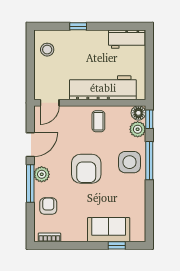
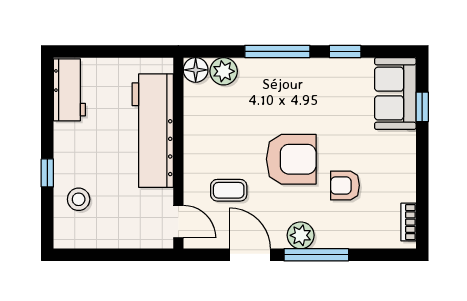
stool: (47, 50) -> (79, 199), moved
window: (149, 119) -> (345, 51), moved
coffee table: (98, 121) -> (229, 190), moved
side table: (130, 162) -> (280, 85), removed
armchair: (48, 206) -> (345, 185), moved
sofa: (109, 230) -> (395, 94), moved

